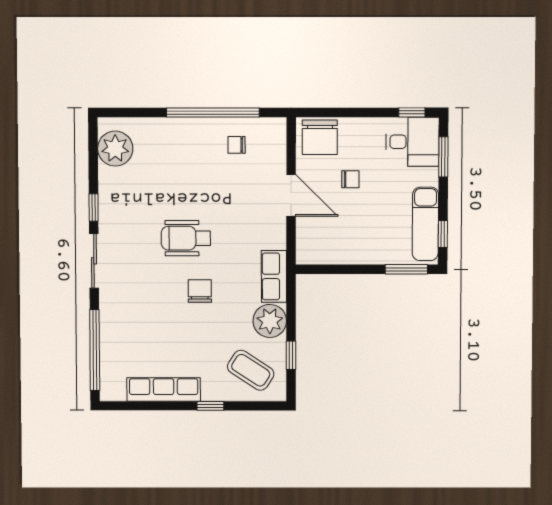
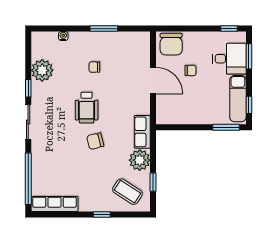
window: (213, 113) -> (104, 29), width x0.47
water cooler: (148, 125) -> (63, 36), added
desk: (412, 142) -> (229, 59), moved
chair: (237, 145) -> (94, 67), moved
plant: (115, 149) -> (42, 70), moved
wheelchair: (186, 238) -> (87, 108), turned -90
chair: (200, 291) -> (95, 141), turned -104
row of seats: (164, 389) -> (54, 204), moved

